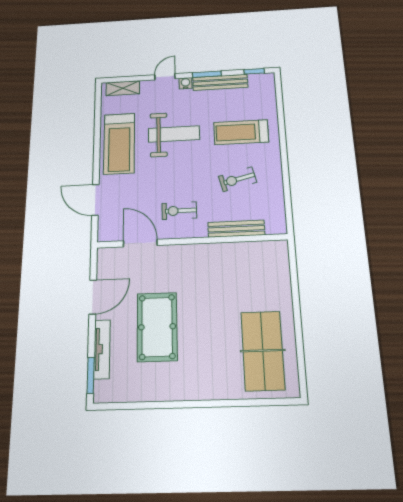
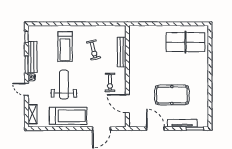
door: (140, 243) -> (127, 104), hinge flipped

